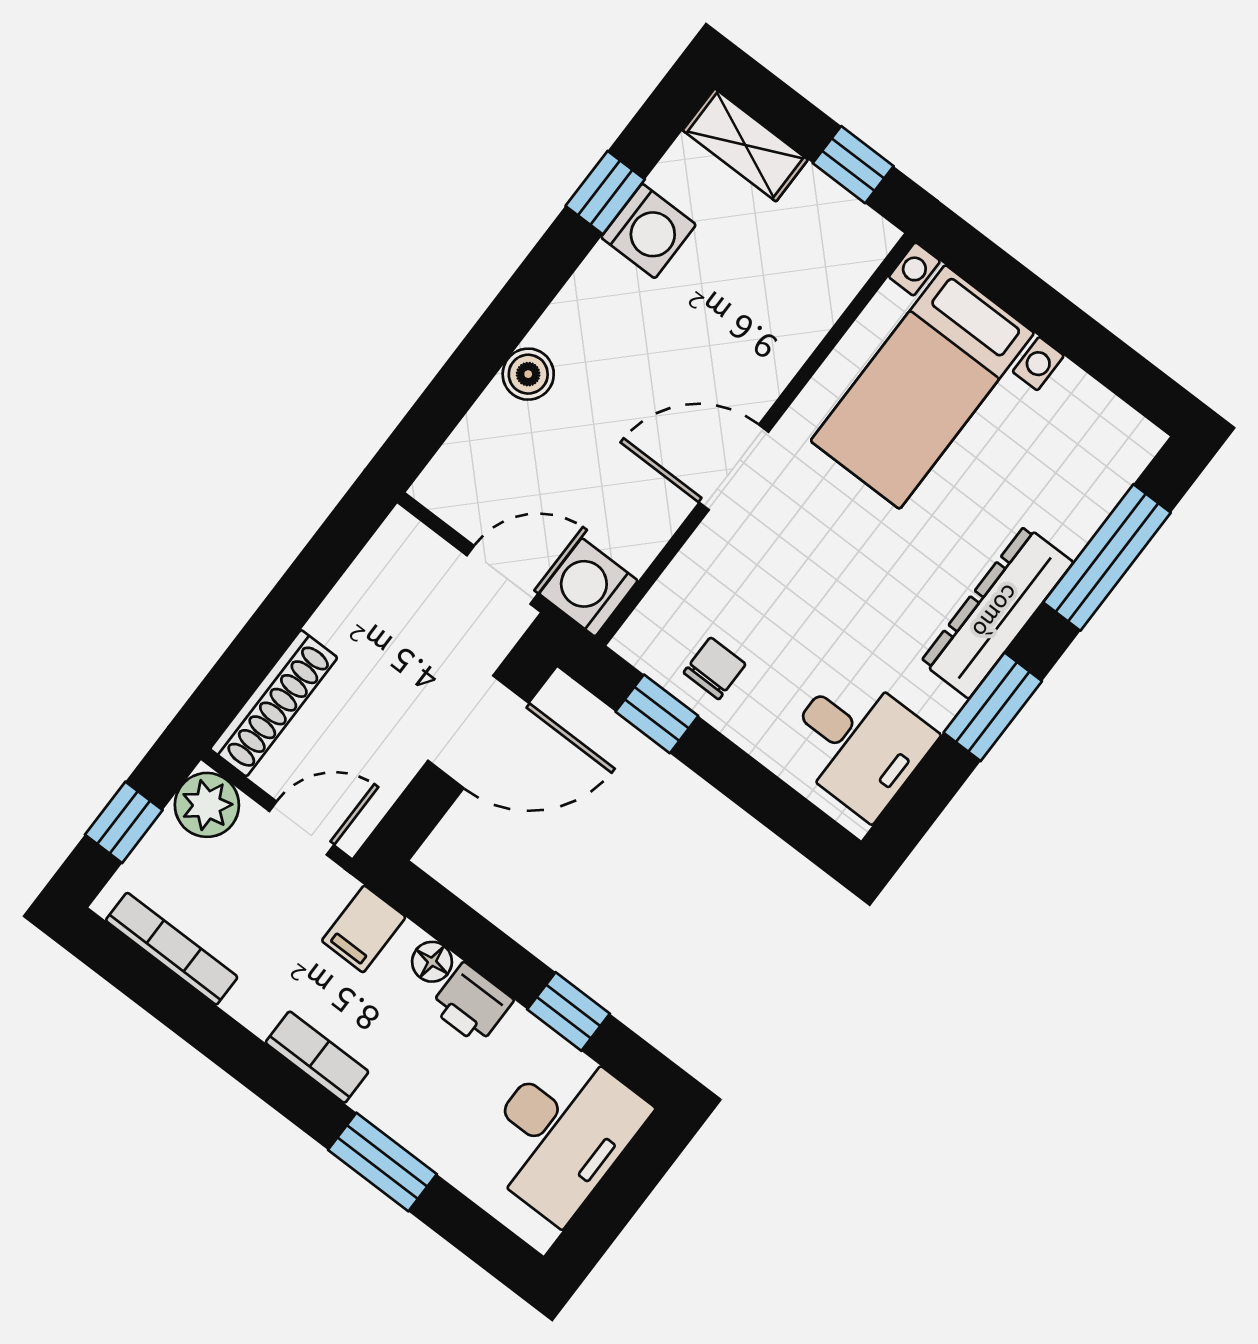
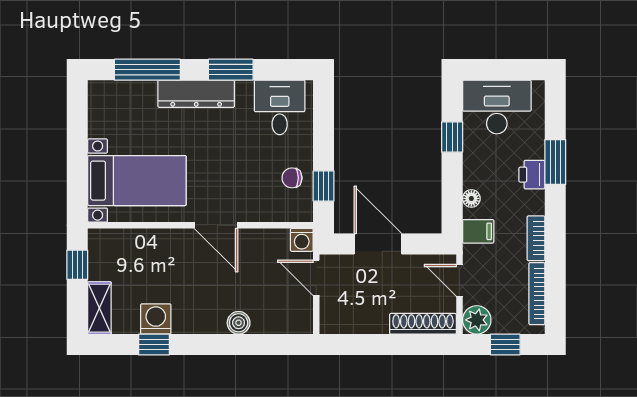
washing machine: (588, 587) -> (302, 240), width x0.73, depth x0.73
printer: (471, 1004) -> (532, 175), moved, turned 180
bookcase: (317, 1057) -> (536, 238), moved

